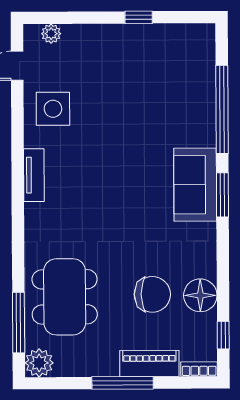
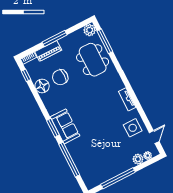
window: (139, 17) -> (118, 178), width x3.17
plant: (75, 36) -> (138, 159), added

